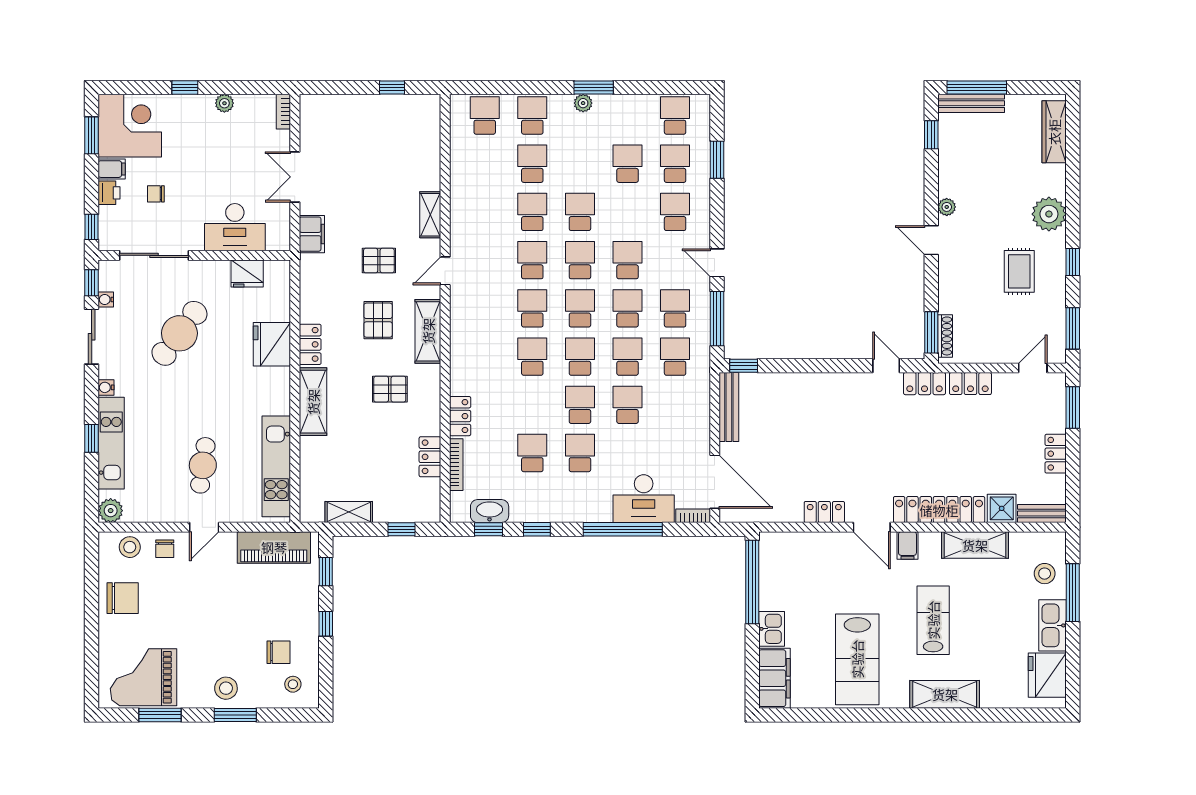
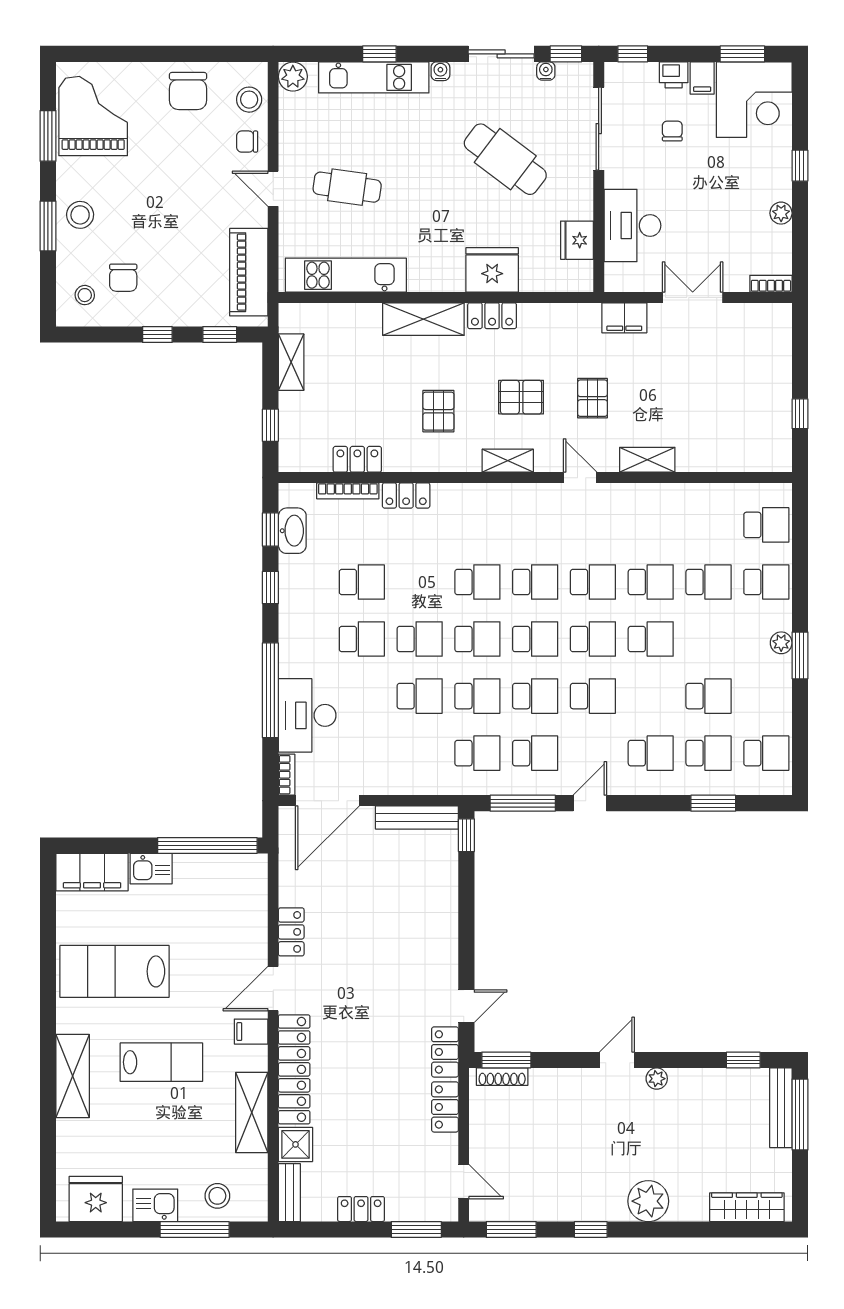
rug: (1019, 271) -> (580, 1165), removed
shelving: (428, 331) -> (508, 461), width x0.67, depth x0.75
kitchen sink: (1052, 625) -> (155, 1205), width x0.73

